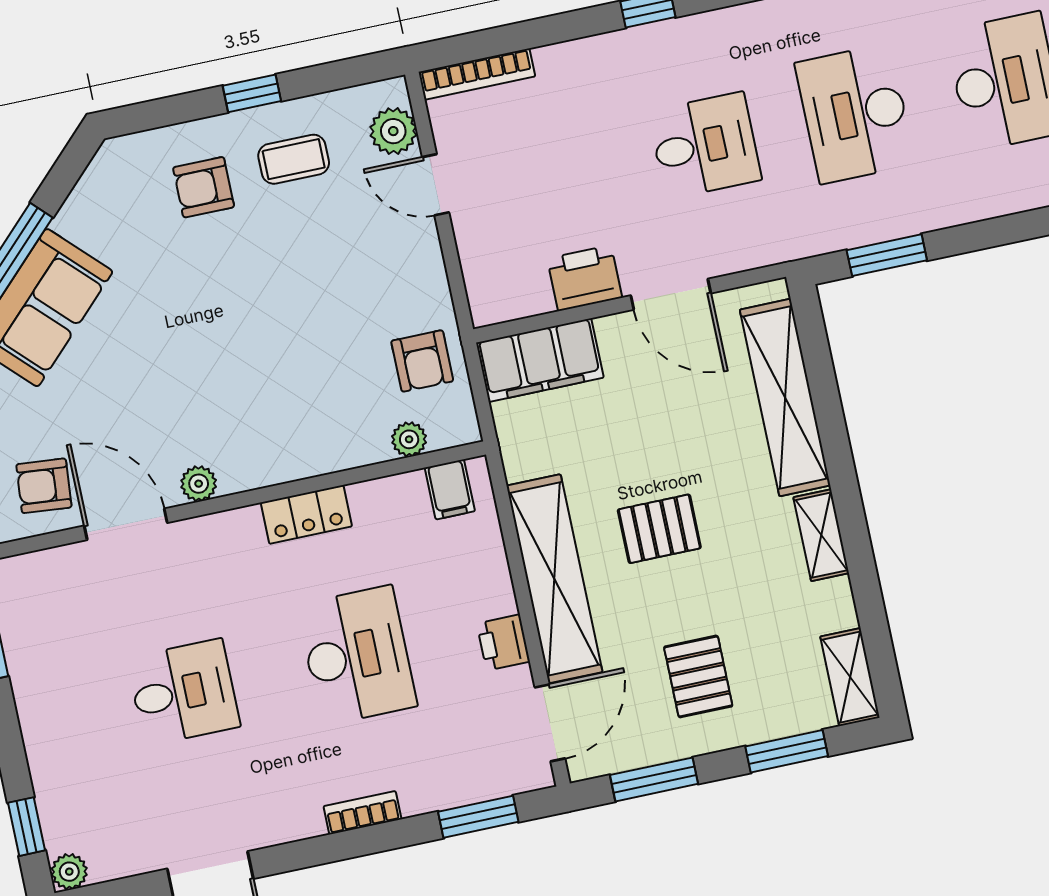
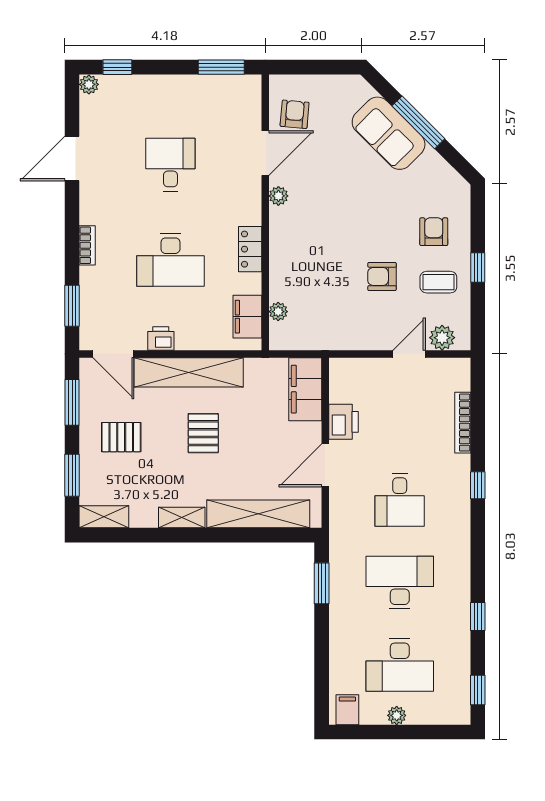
bookcase: (477, 74) -> (463, 423), moved
coffee table: (294, 159) -> (438, 282), turned 90
armchair: (422, 361) -> (382, 276), moved
filing cabinet: (450, 489) -> (247, 317), width x2.00
desk: (183, 692) -> (170, 165), turned 180

